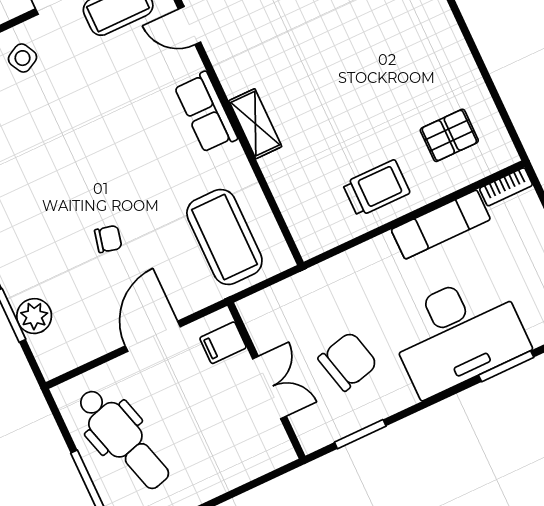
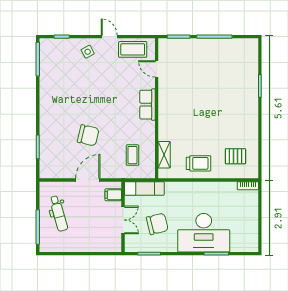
shelving: (255, 124) -> (164, 155), moved
exam couch: (441, 224) -> (144, 188), moved
coffee table: (224, 237) -> (132, 155), width x0.54, depth x0.58
chair: (108, 239) -> (88, 135), width x1.87, depth x1.87
plant: (34, 316) -> (47, 151), removed
dental chair: (123, 439) -> (59, 213), width x0.73, depth x0.72

